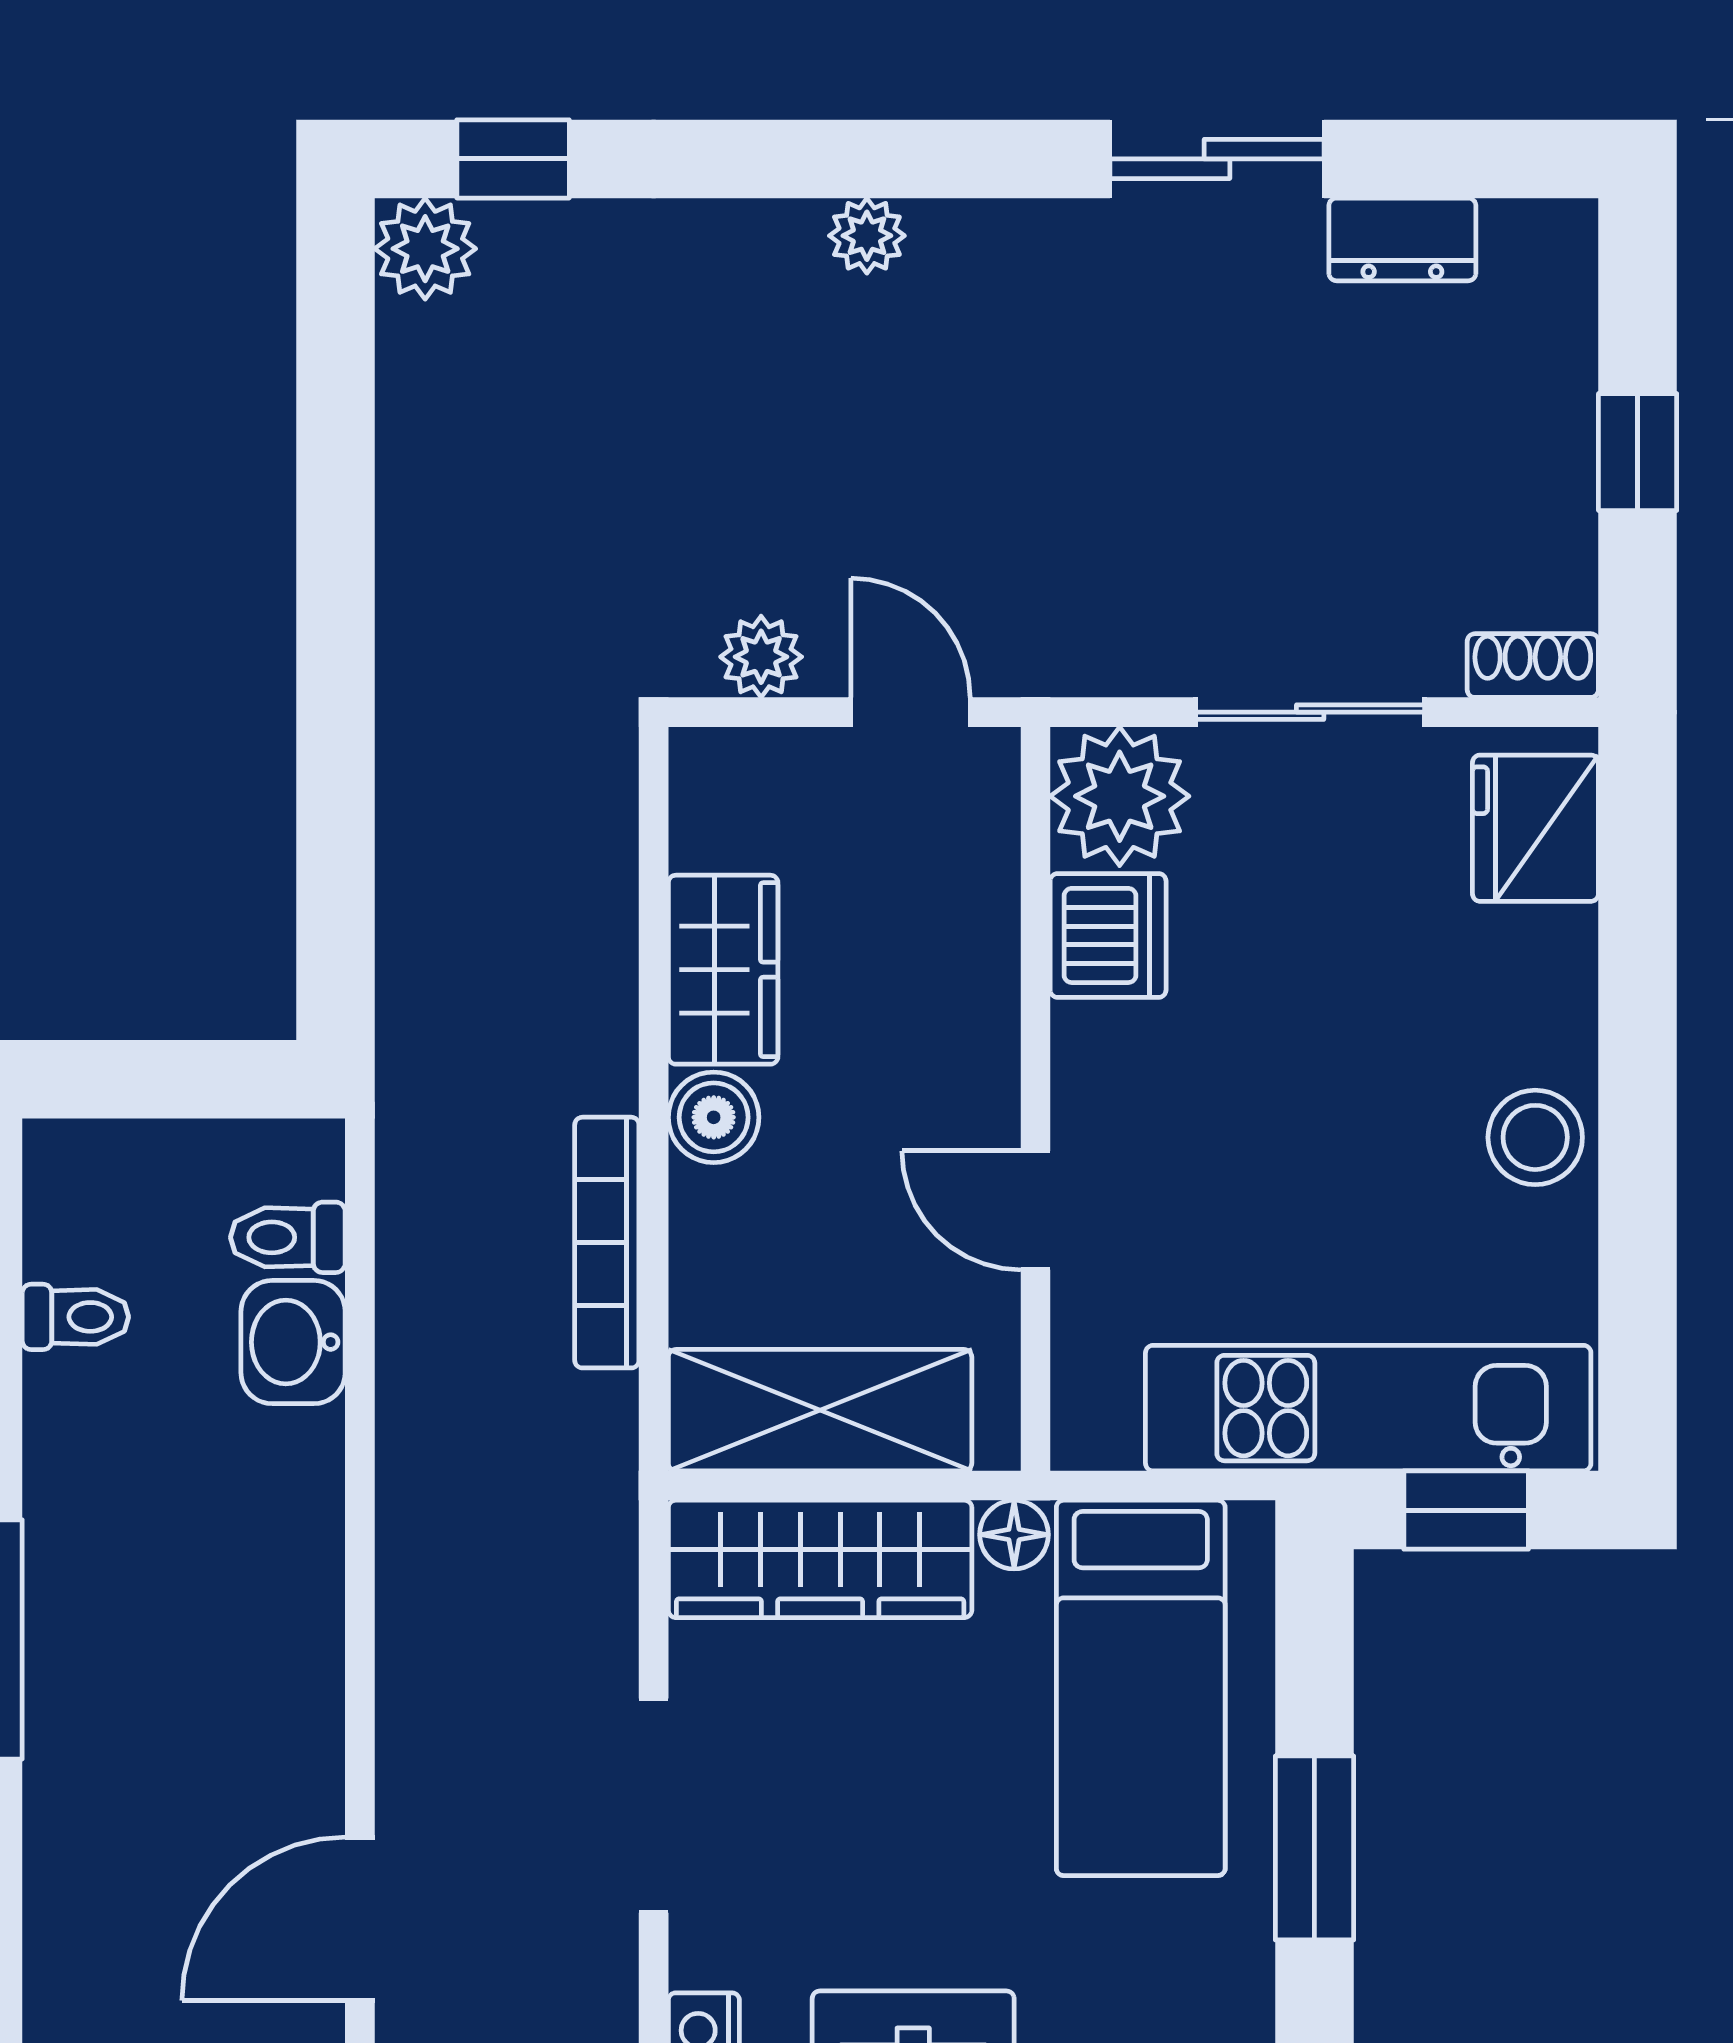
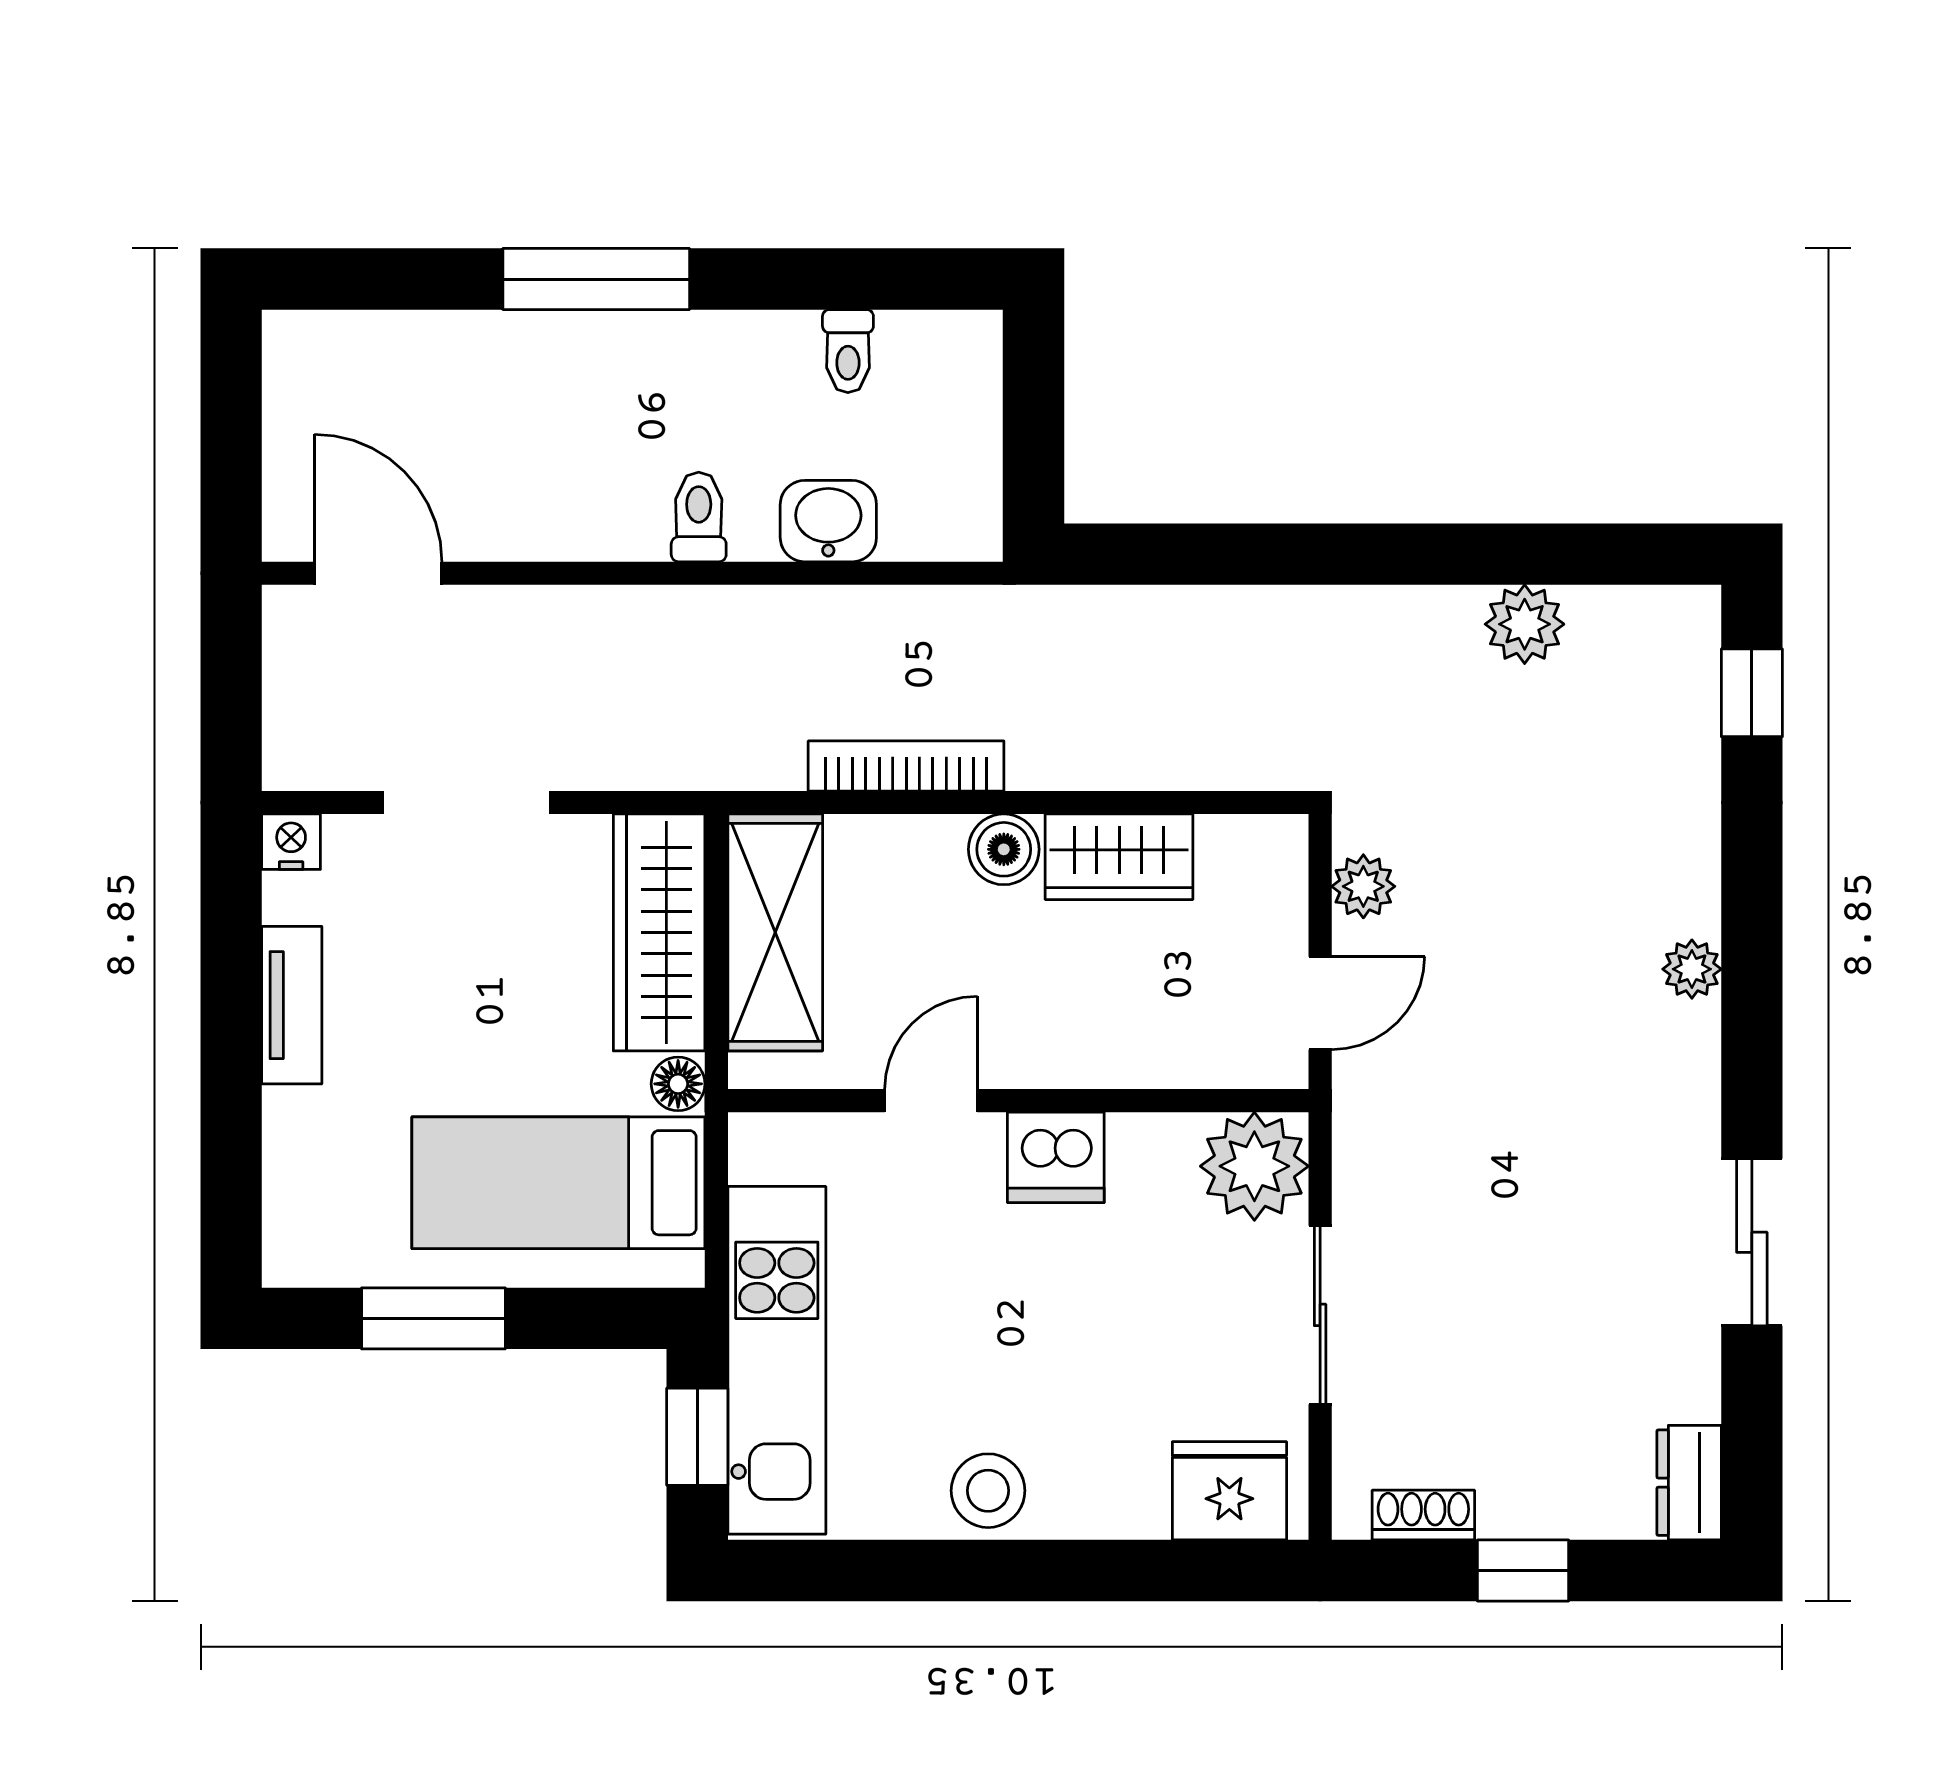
dresser: (1402, 239) -> (1689, 1483), moved
plant: (425, 249) -> (1525, 624), moved
shoe rack: (1533, 666) -> (1423, 1515), moved, turned -90
dishwasher: (1108, 935) -> (1056, 1157), moved
toilet: (288, 1237) -> (699, 517), moved

